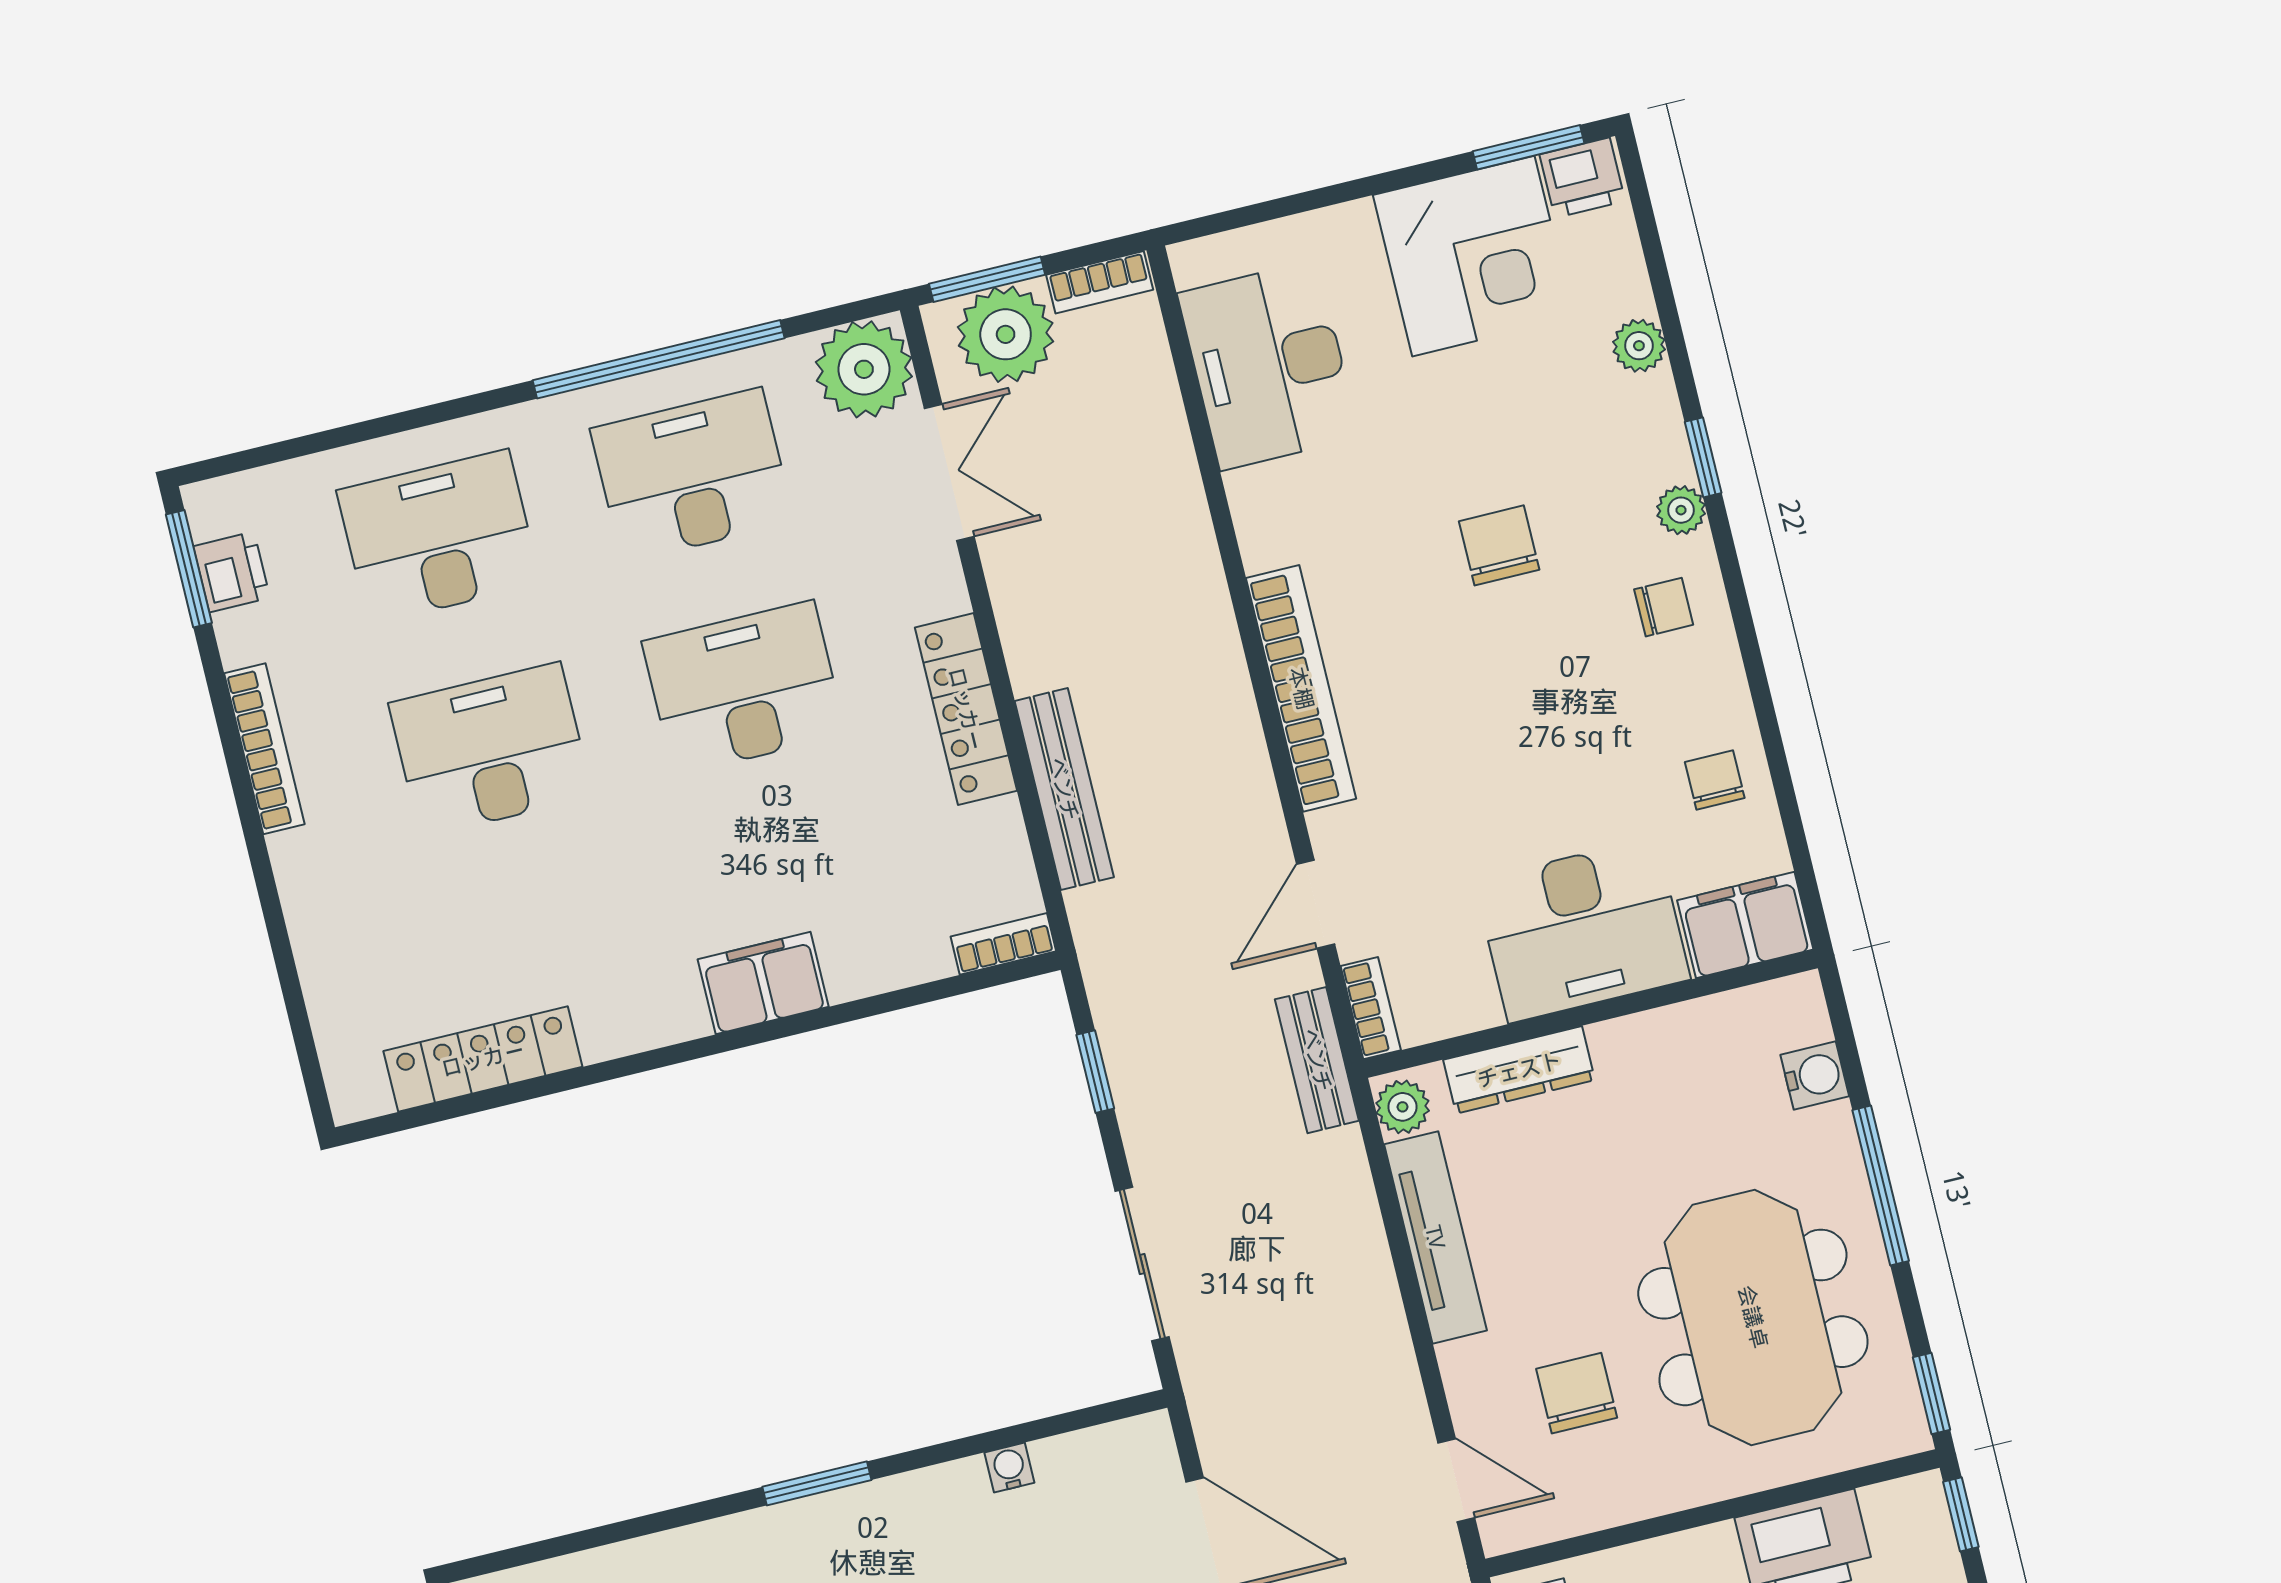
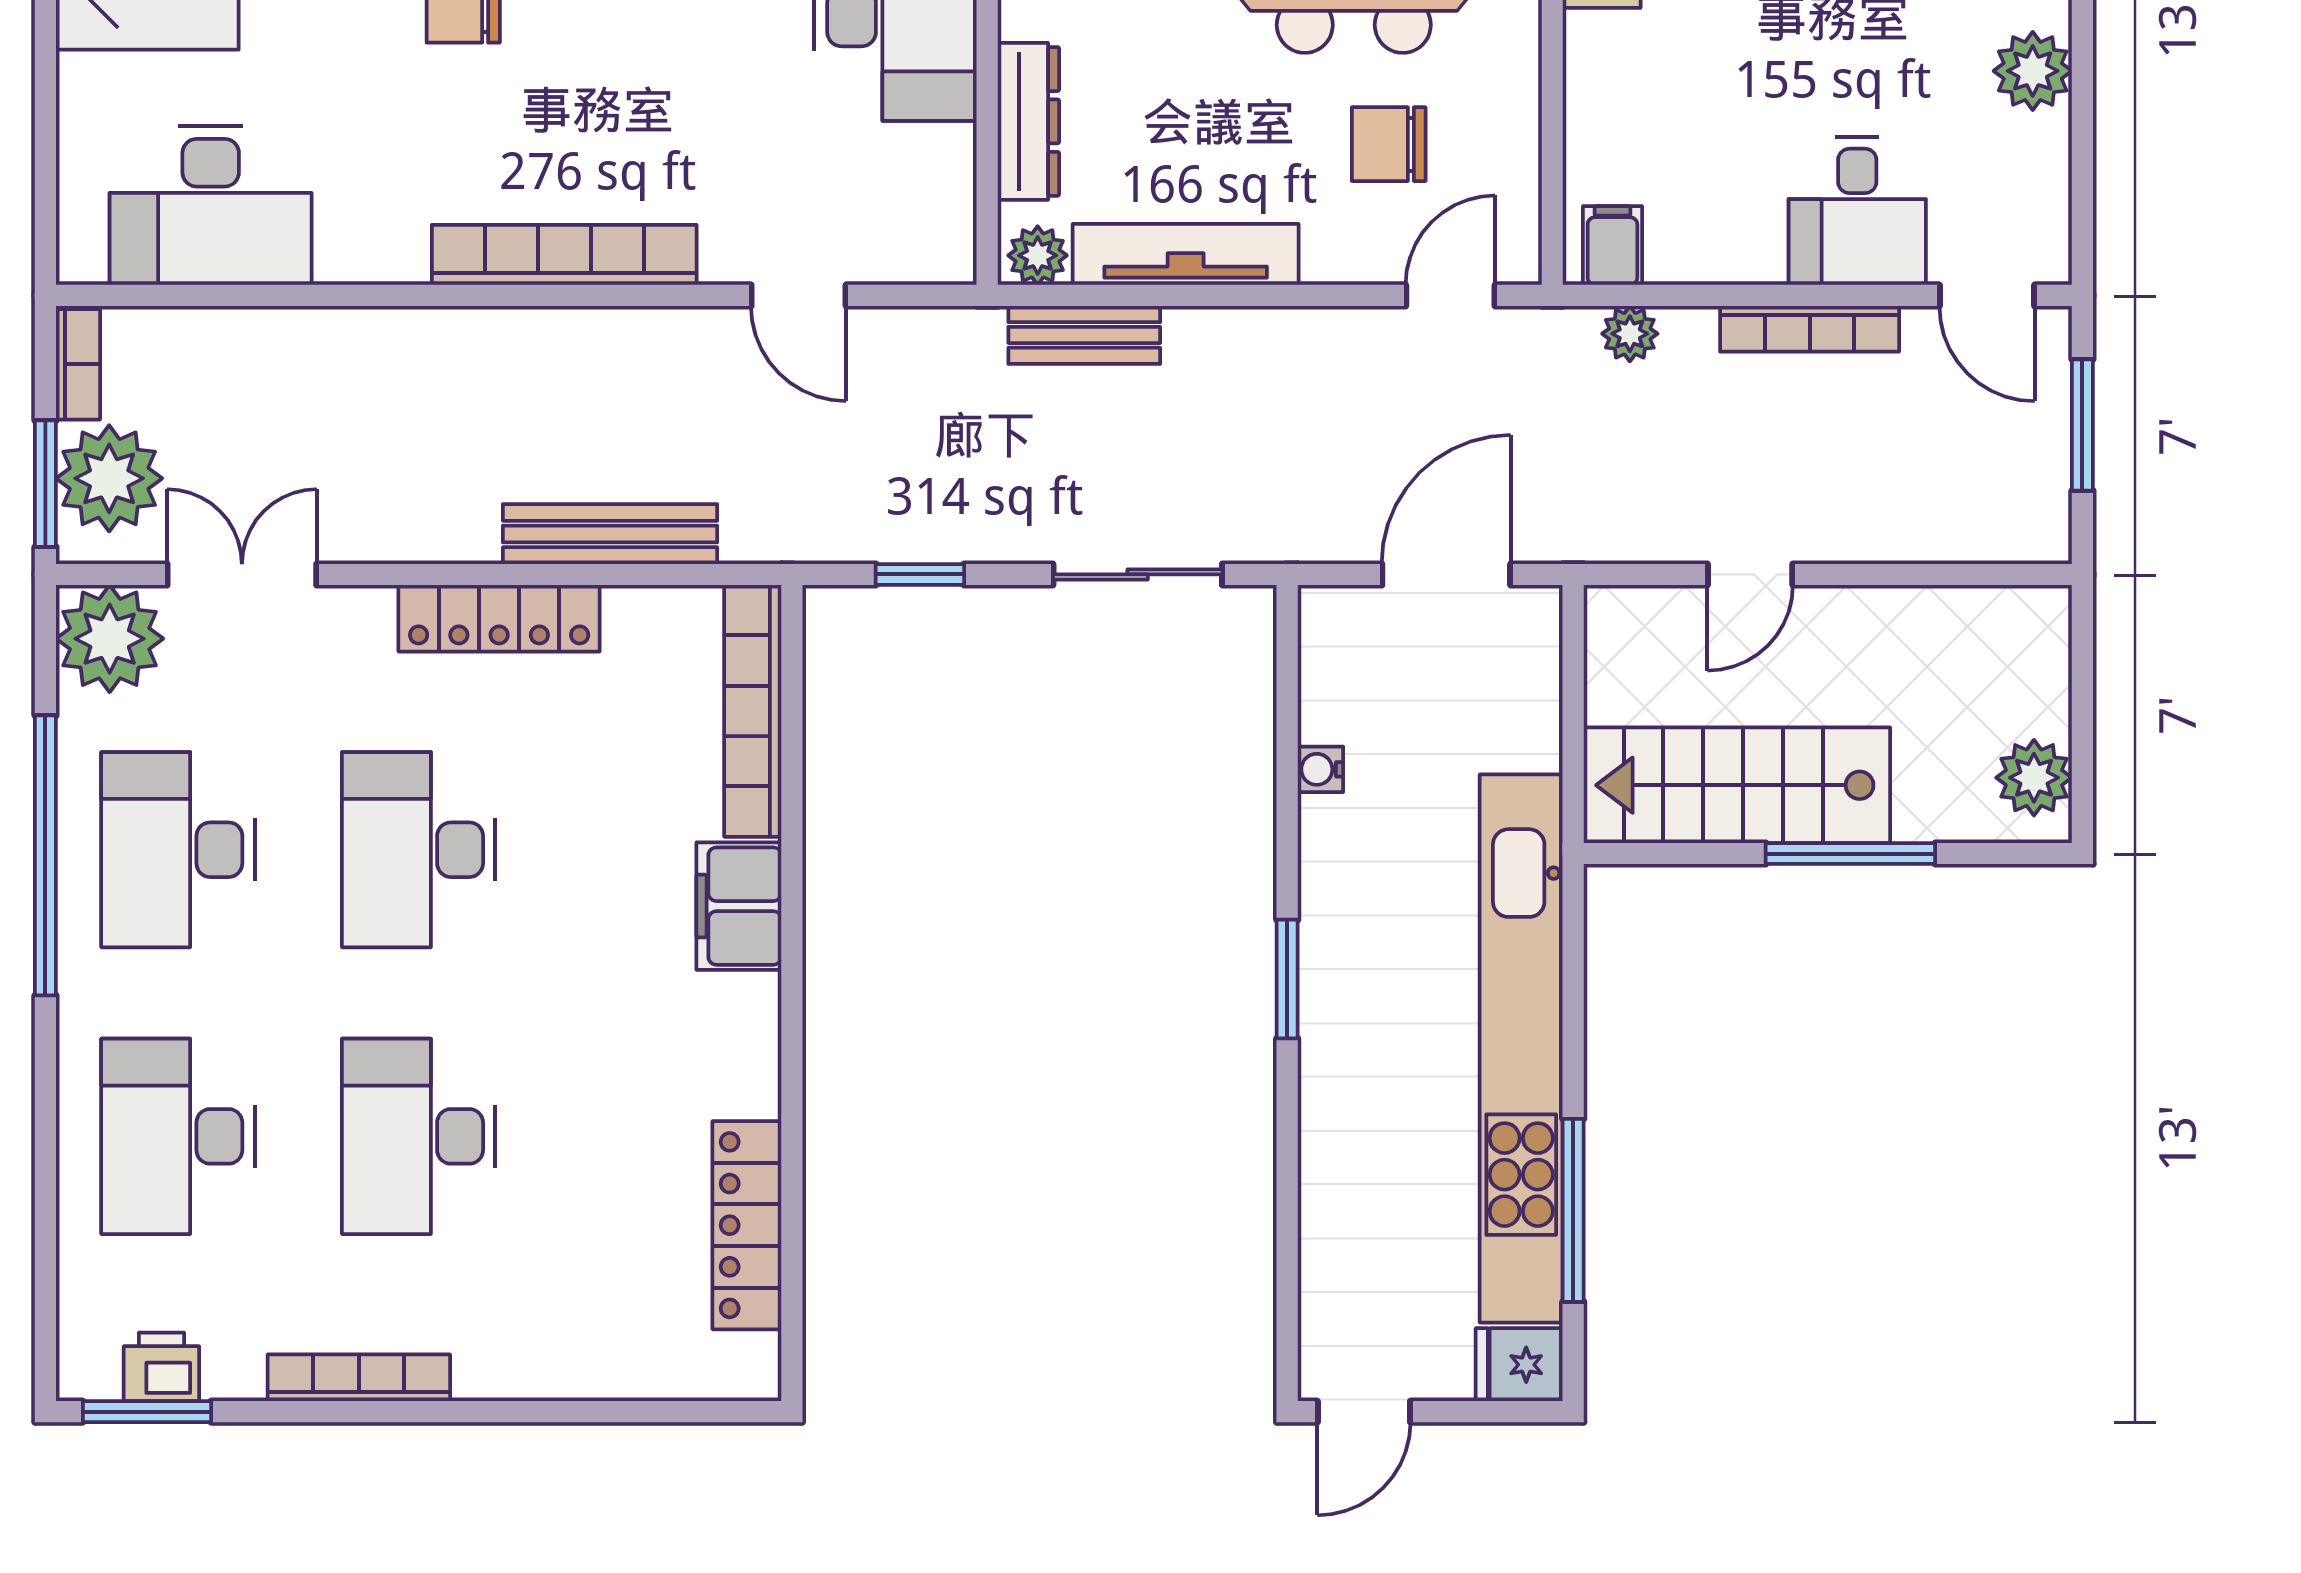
bookcase: (1003, 944) -> (753, 711), width x2.31, depth x1.31
bookcase: (1371, 1008) -> (924, 264), removed
bench: (1317, 1060) -> (1084, 335), moved

